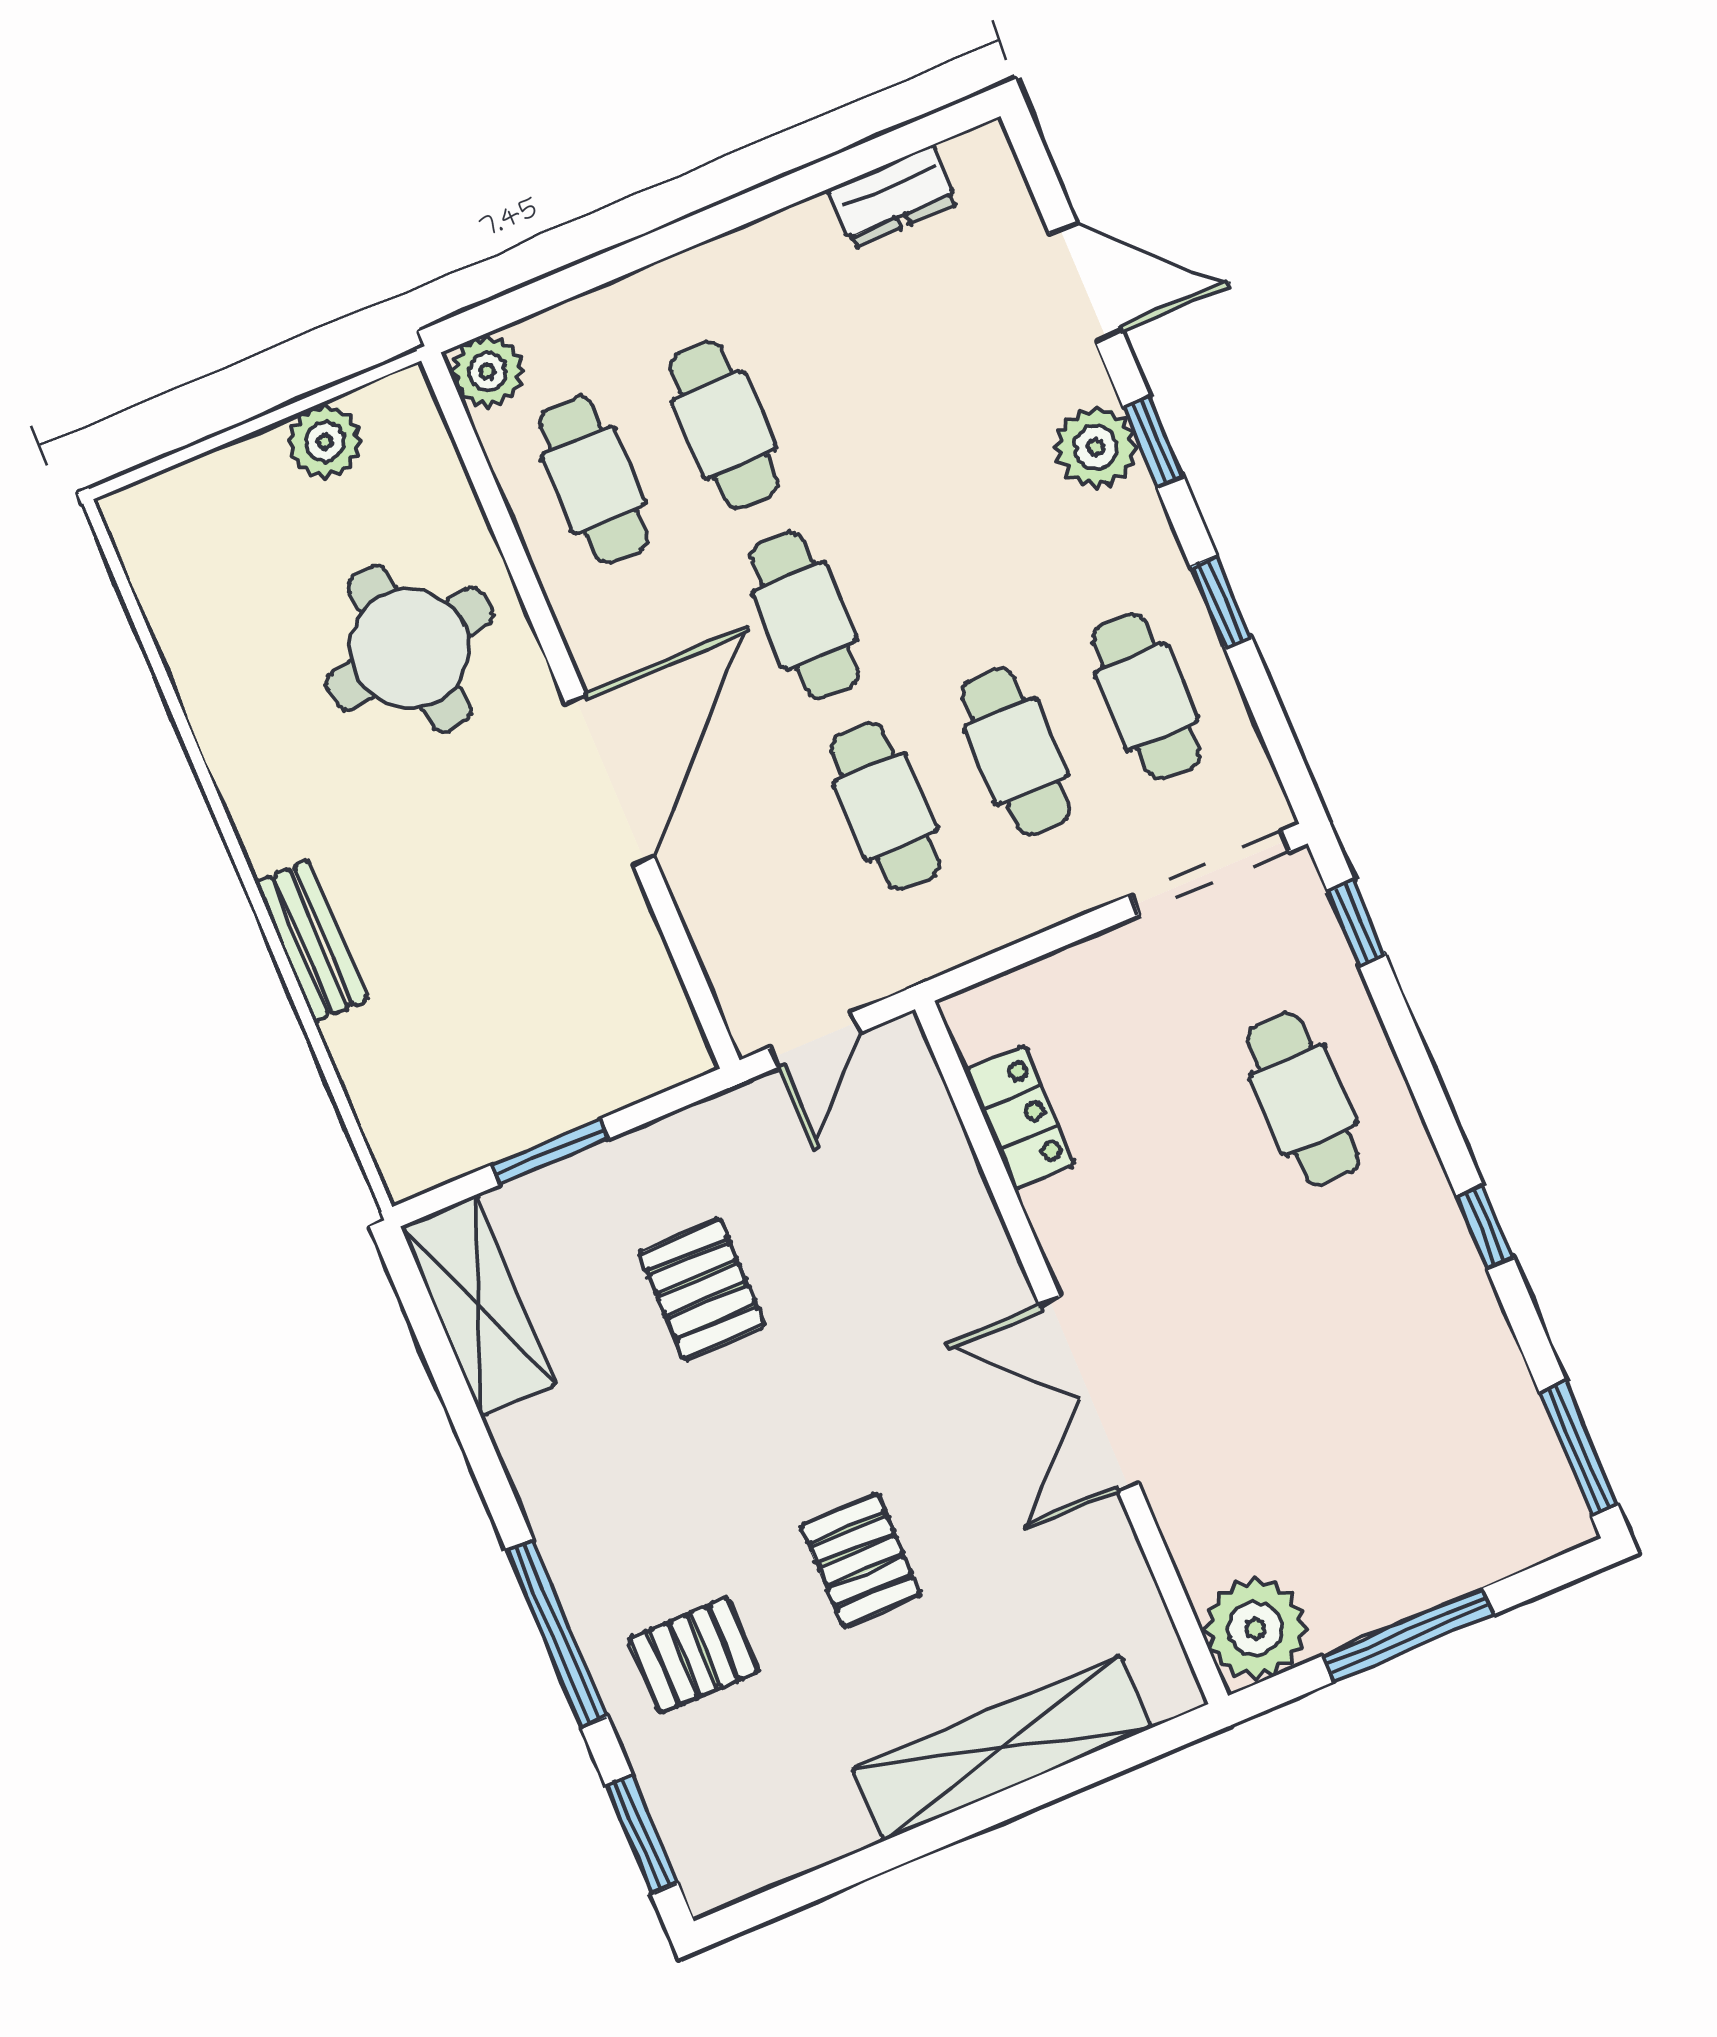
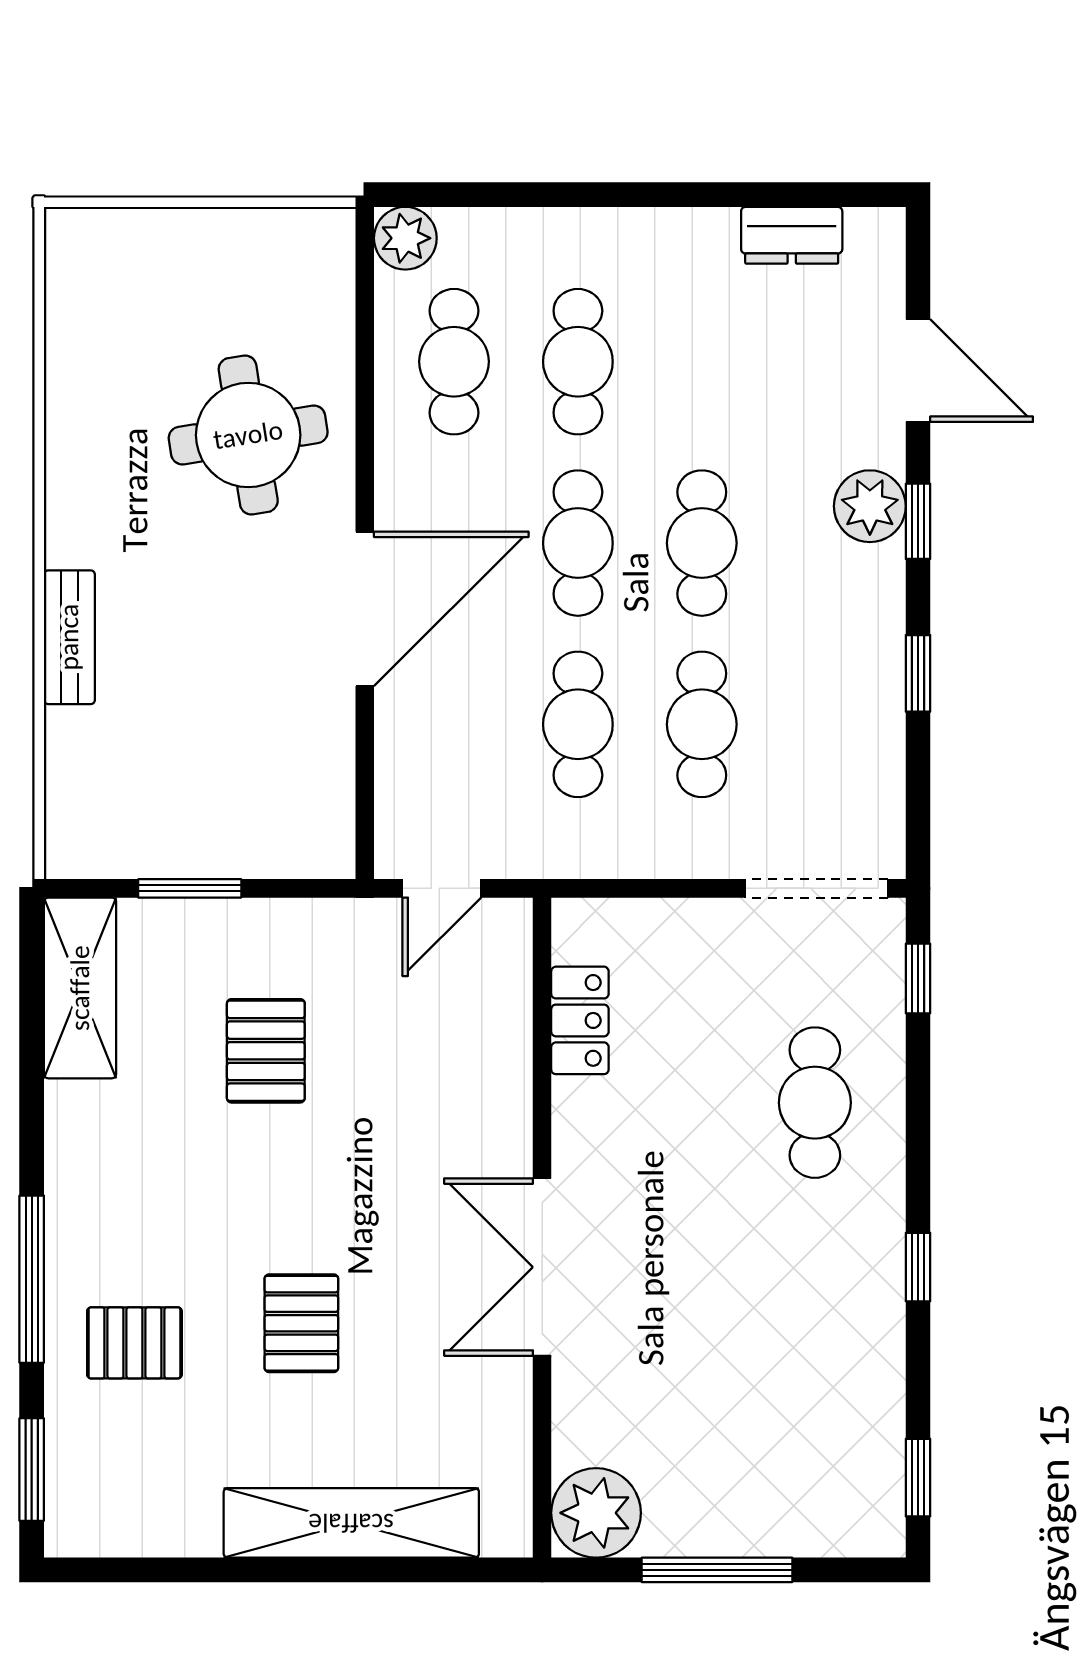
plant: (325, 442) -> (250, 239), removed
cafe table: (1146, 696) -> (702, 543), moved
window: (1579, 1449) -> (918, 1478), width x0.67

